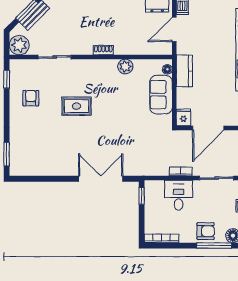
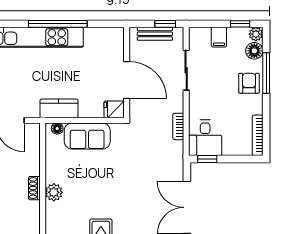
shoe rack: (103, 50) -> (34, 188), moved
plant: (125, 66) -> (54, 192), moved
bookcase: (181, 171) -> (178, 126), moved
desk: (179, 195) -> (205, 138), moved, turned -90

